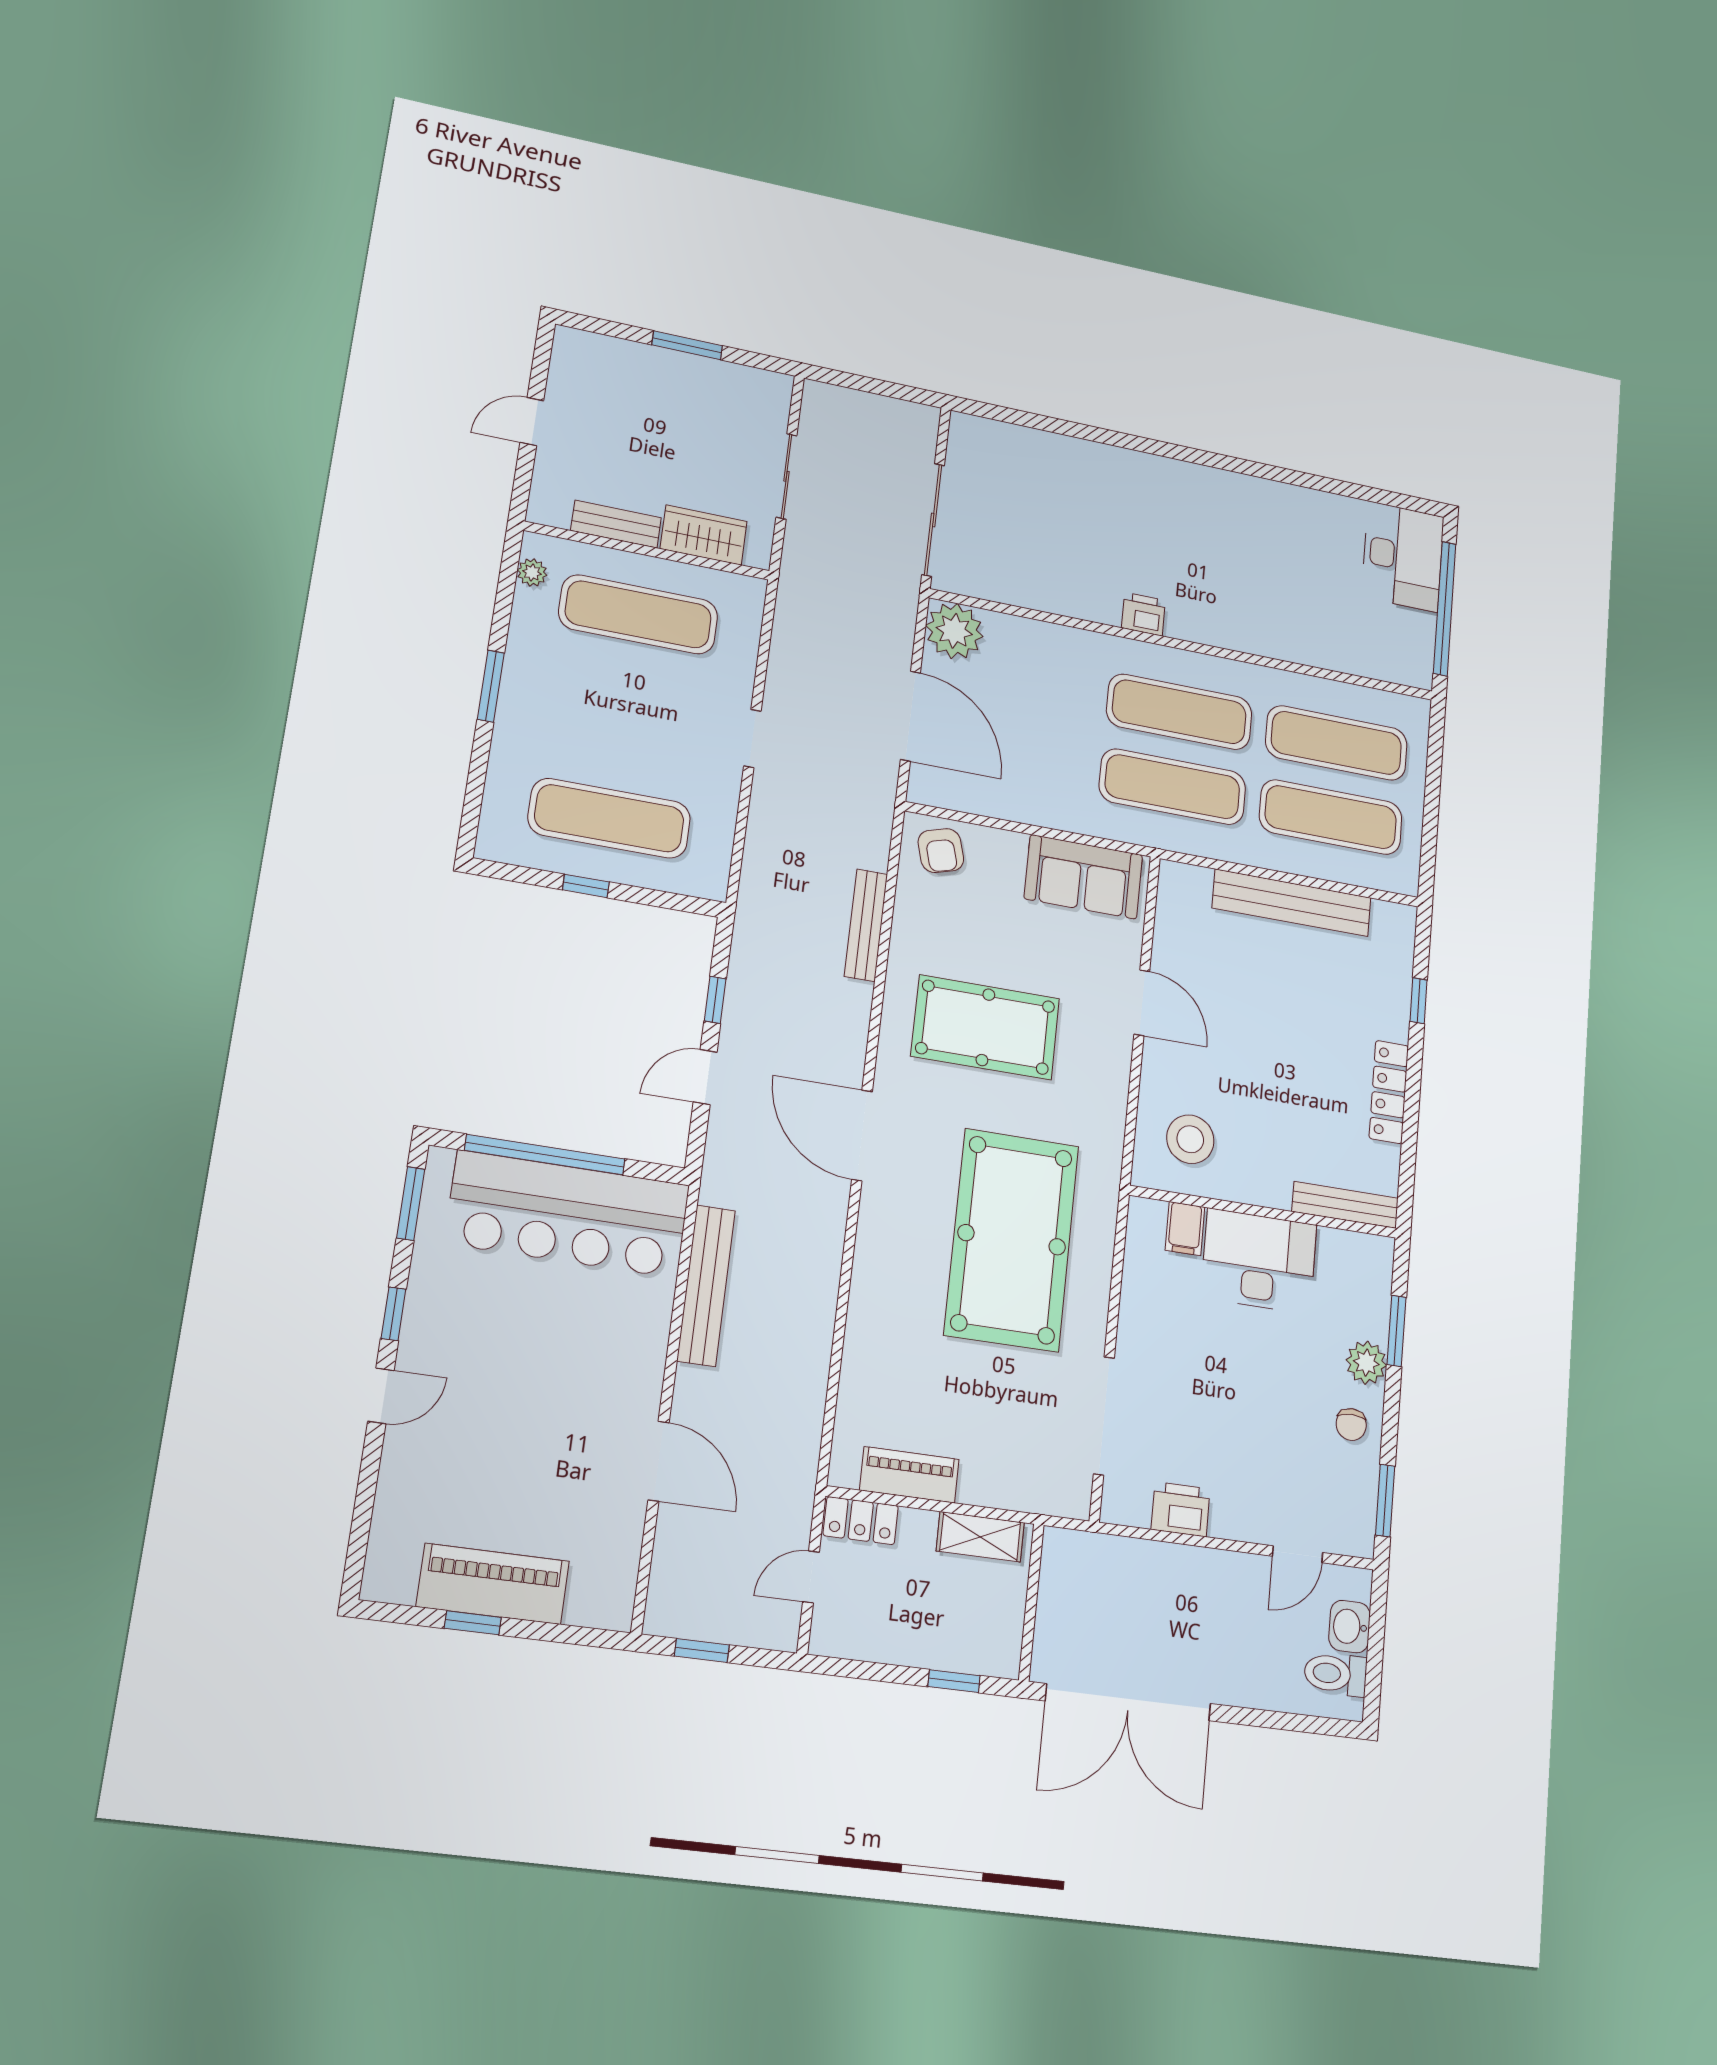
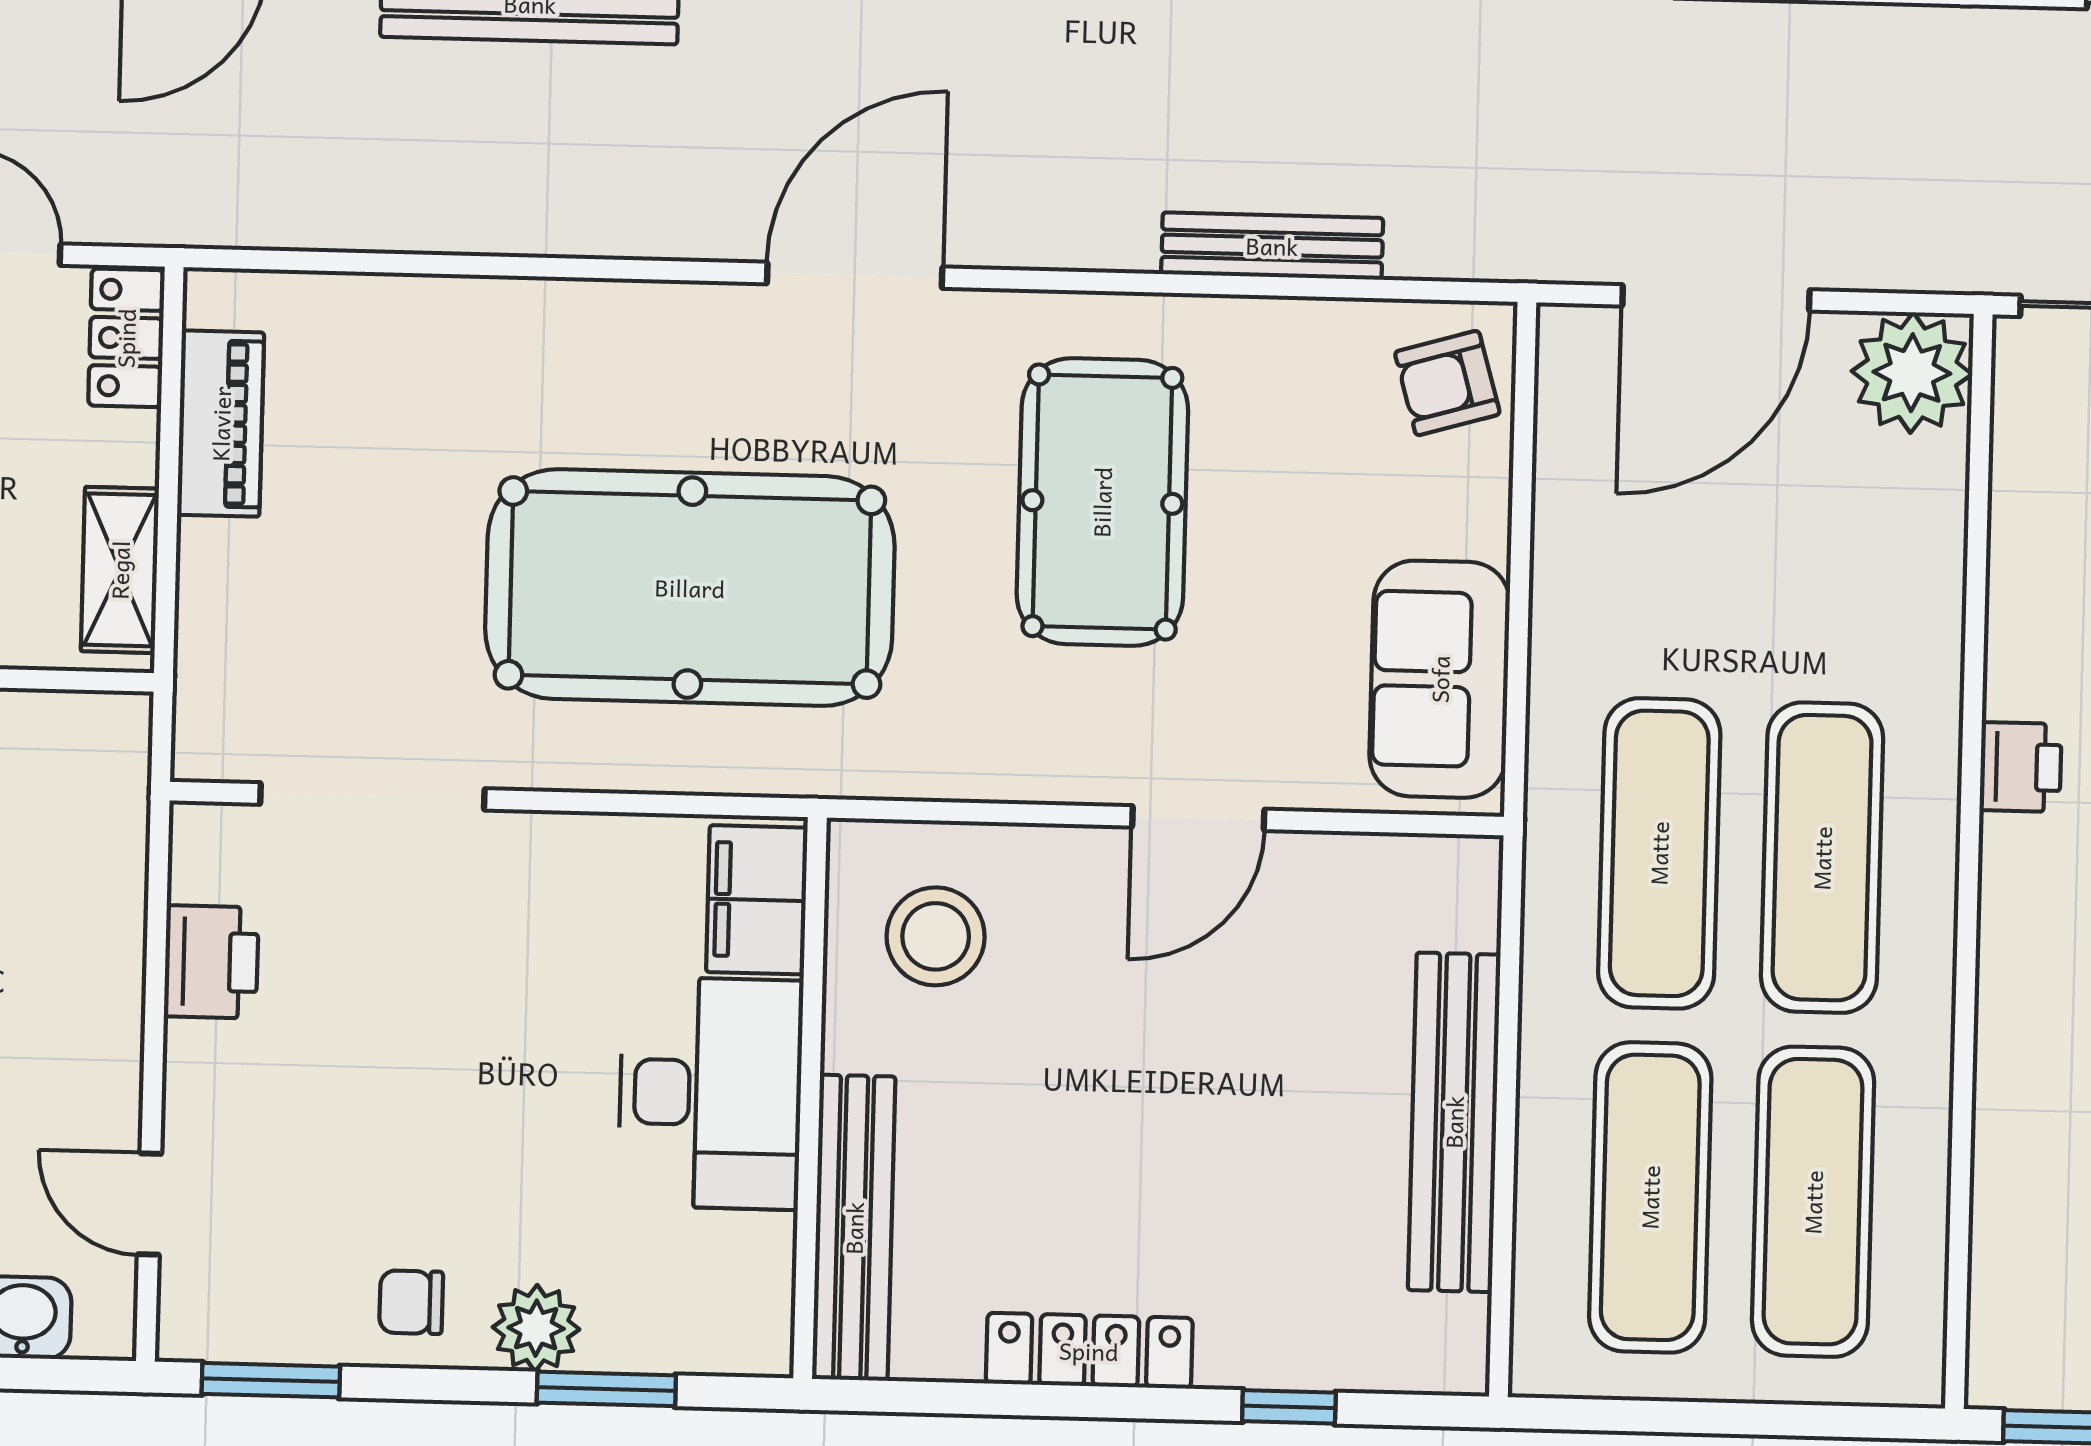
bench: (1345, 1205) -> (854, 1228), width x1.37, depth x1.21
filing cabinet: (1185, 1229) -> (757, 900), width x2.00

